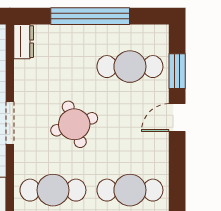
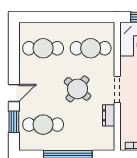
dresser: (24, 42) -> (109, 115), moved
round table: (74, 124) -> (77, 89), turned -32

